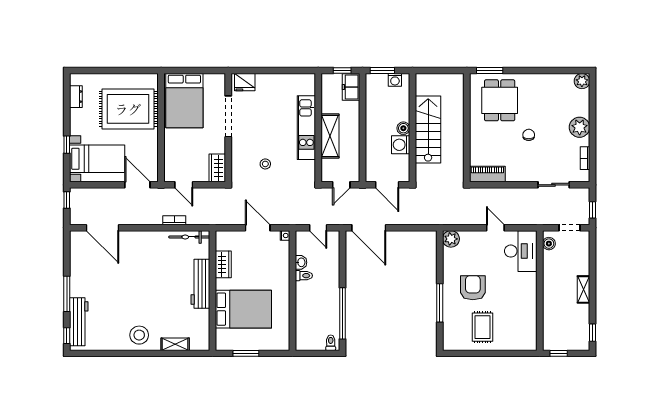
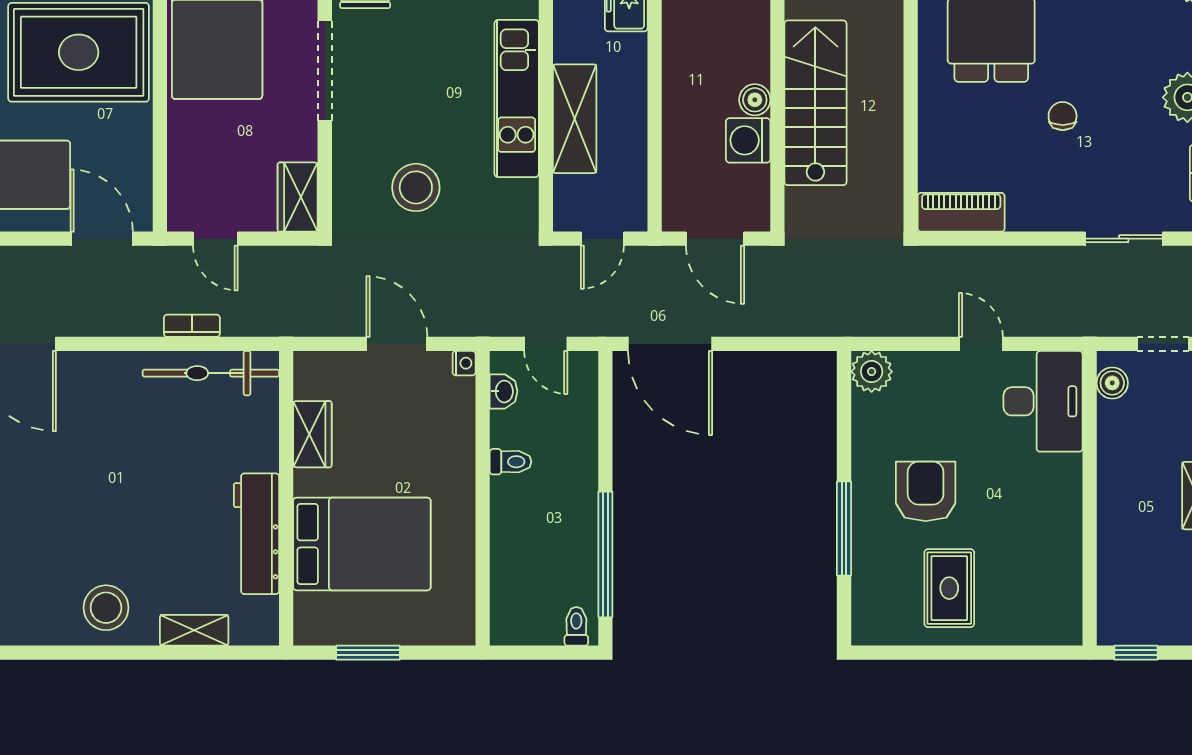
stool: (265, 164) -> (416, 187), width x1.89, depth x1.89
bicycle: (189, 237) -> (211, 373), width x1.37, depth x1.40
washbasin: (301, 262) -> (504, 391), moved
workbench: (200, 284) -> (256, 534), moved

